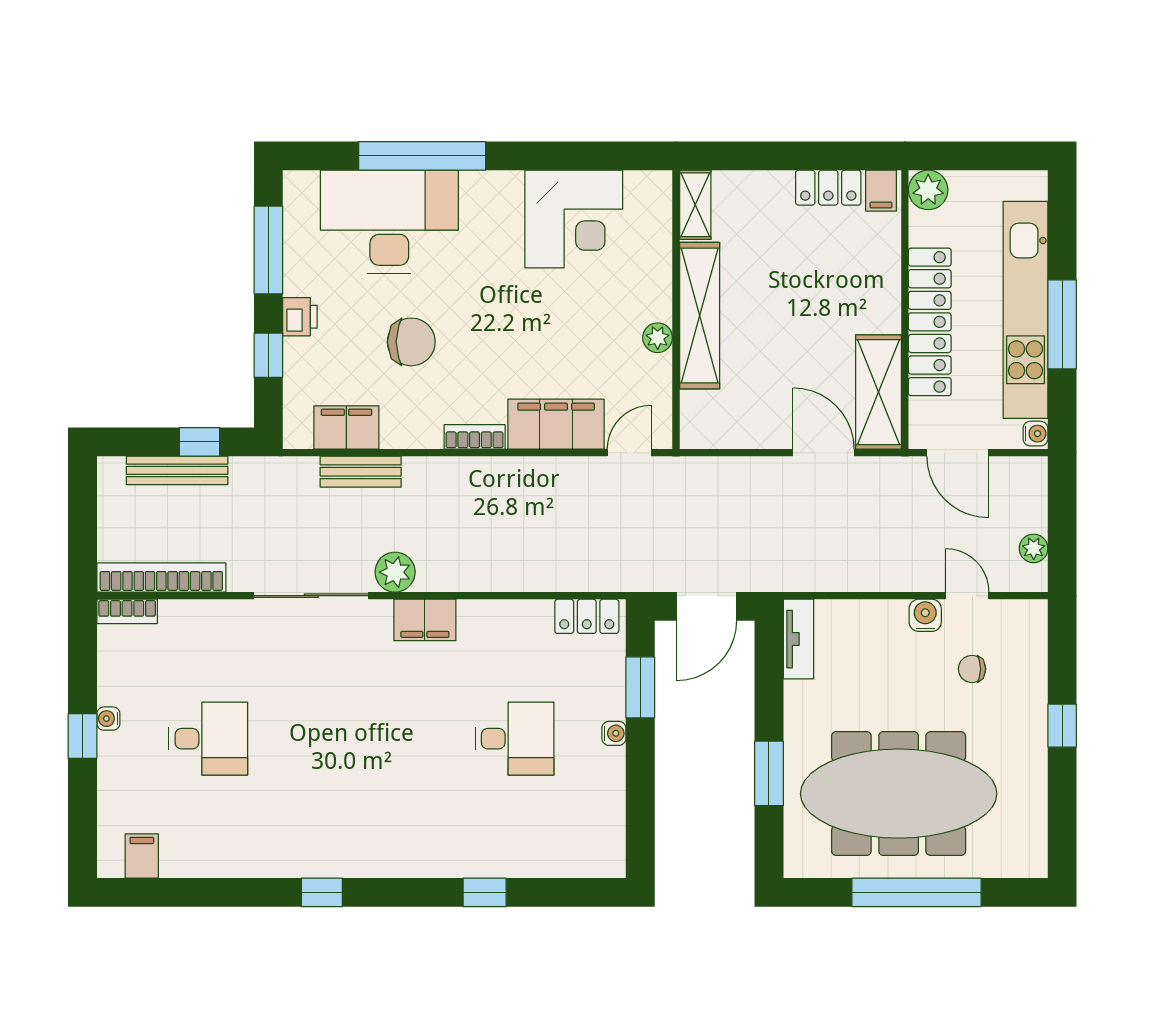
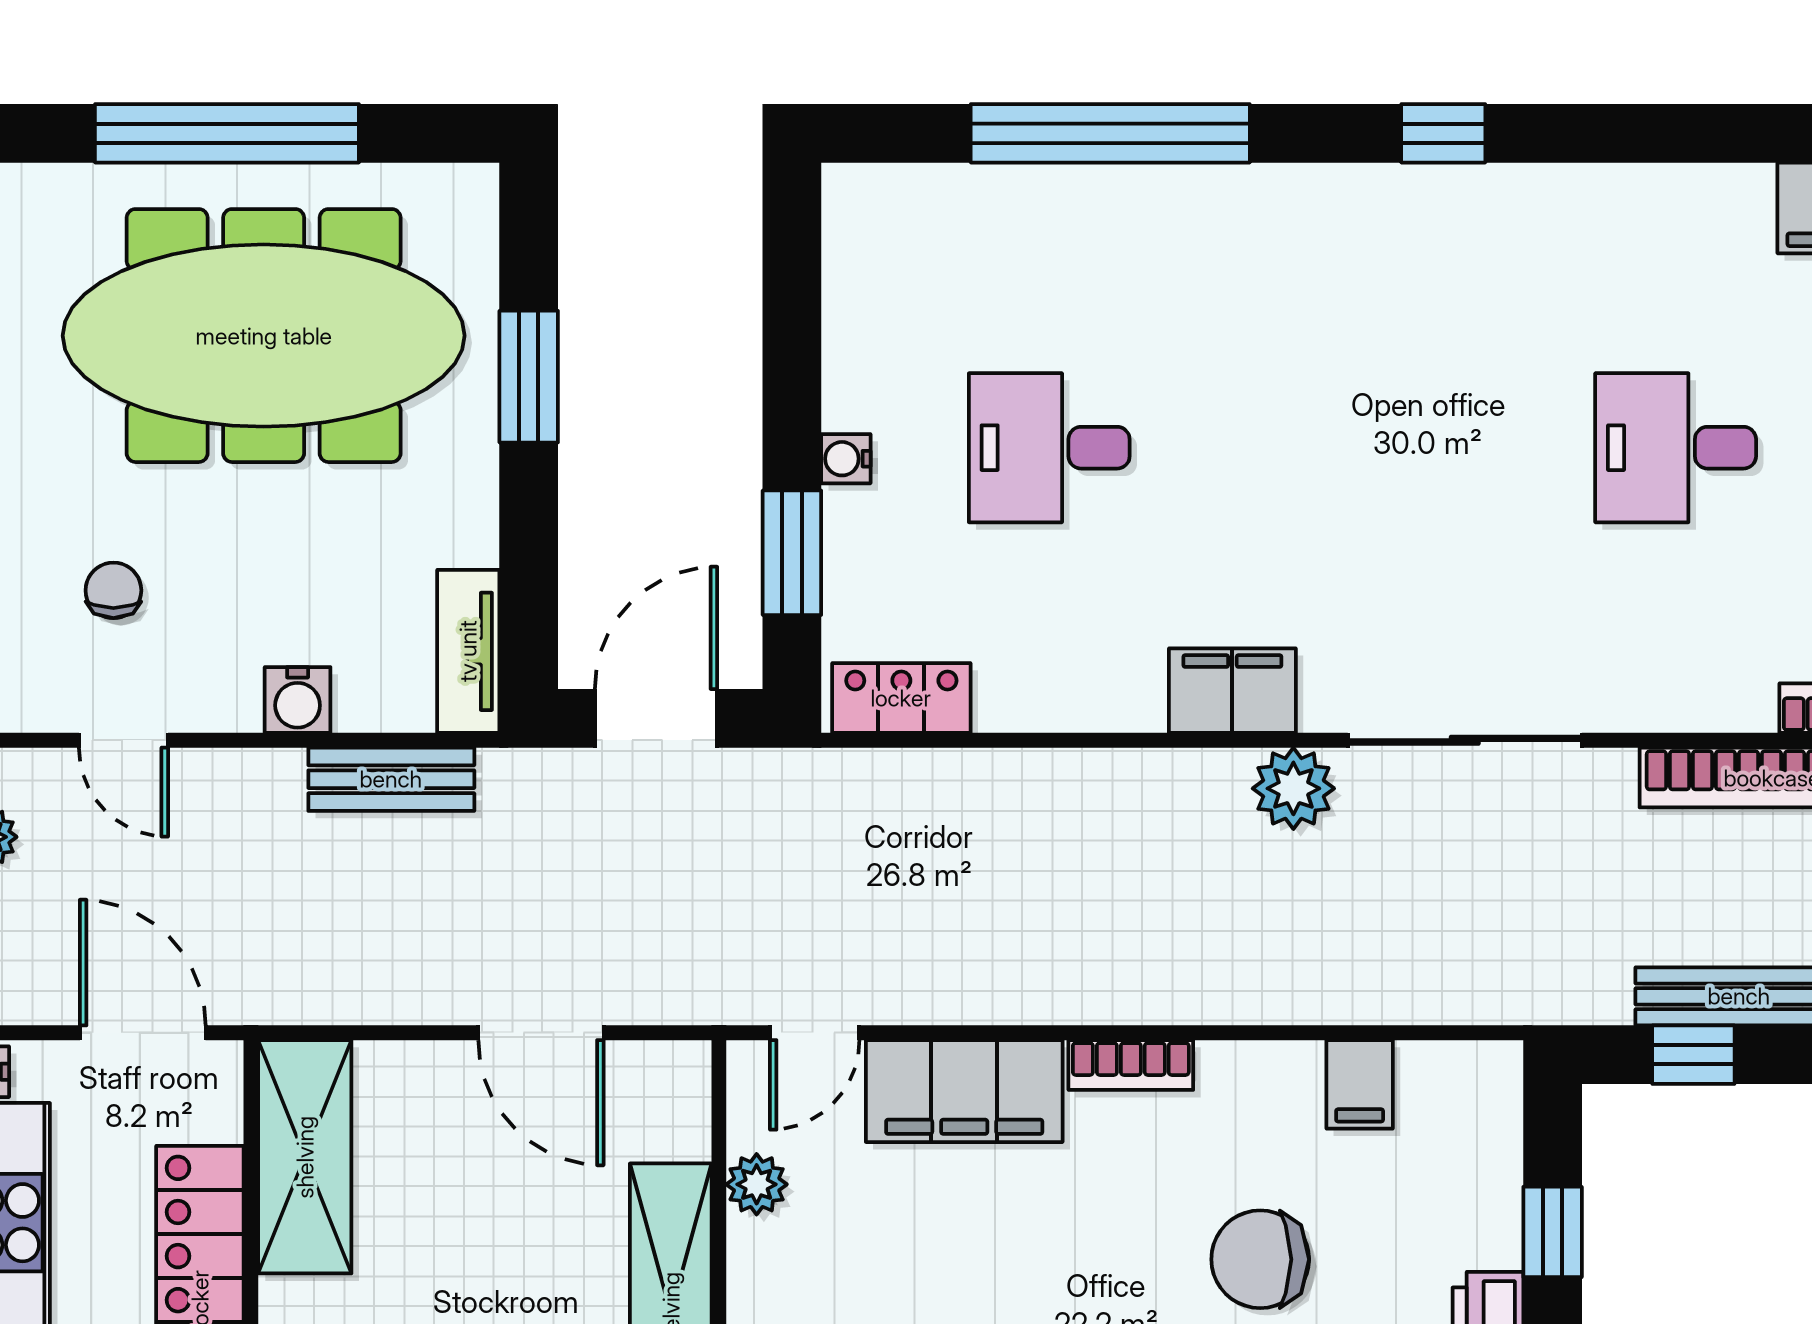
plant: (658, 338) -> (757, 1184), moved
filing cabinet: (346, 427) -> (1360, 1084), width x0.50
door: (824, 453) -> (541, 1033), moved
bench: (361, 472) -> (391, 779), moved
water cooler: (925, 615) -> (298, 700), moved
chair: (972, 669) -> (113, 590), turned -90
window: (485, 892) -> (1110, 133), width x3.17

